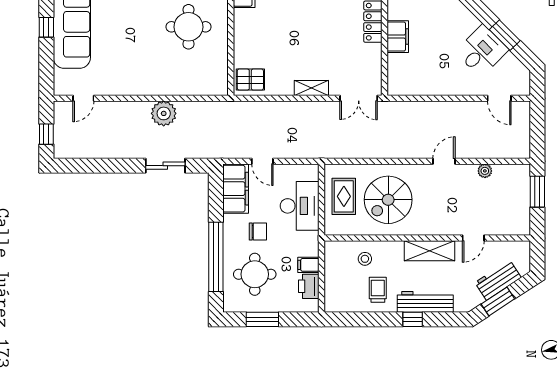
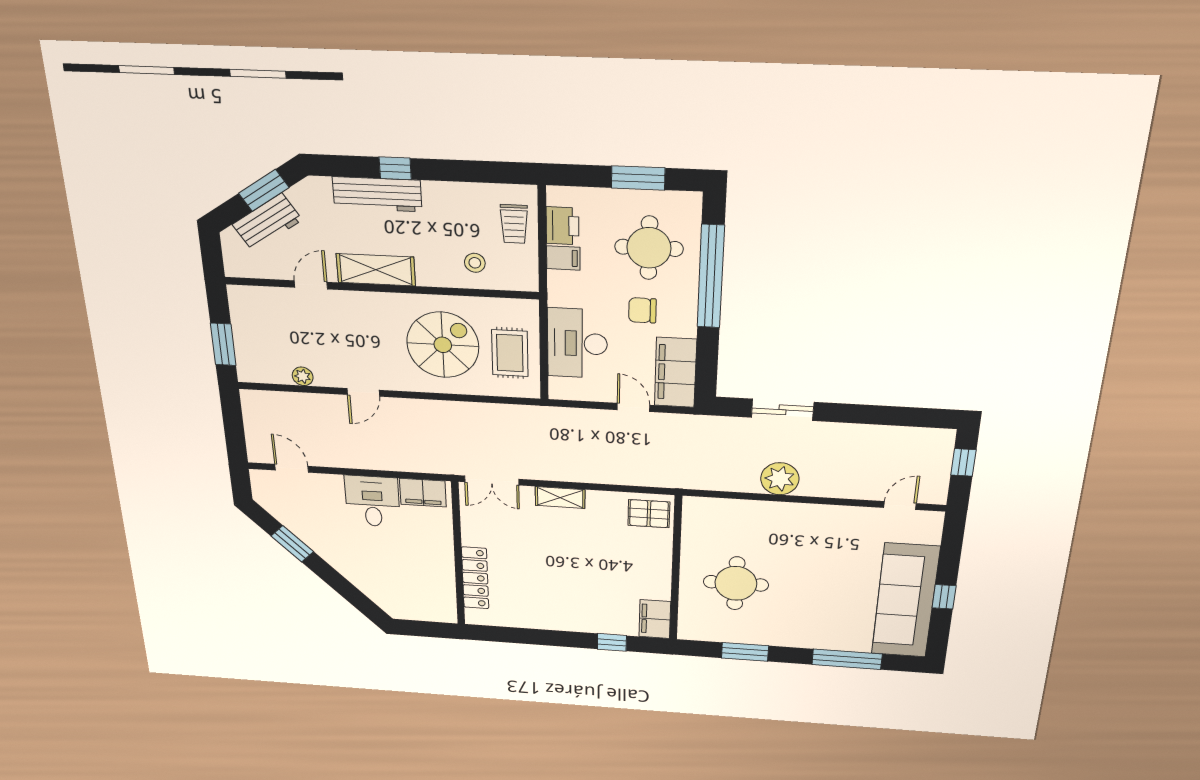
filing cabinet: (398, 37) -> (423, 493), moved, turned -90
desk: (482, 51) -> (372, 501), moved, turned 135
double door: (359, 98) -> (492, 481), swing flipped
trolley: (378, 290) -> (514, 224), moved

